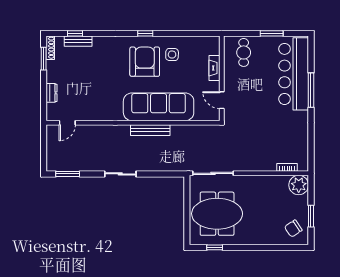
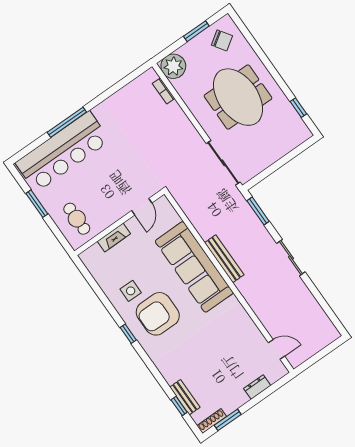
cafe table: (244, 52) -> (77, 219), turned 90
window: (68, 174) -> (258, 211), moved
meeting table: (217, 214) -> (238, 97), moved

